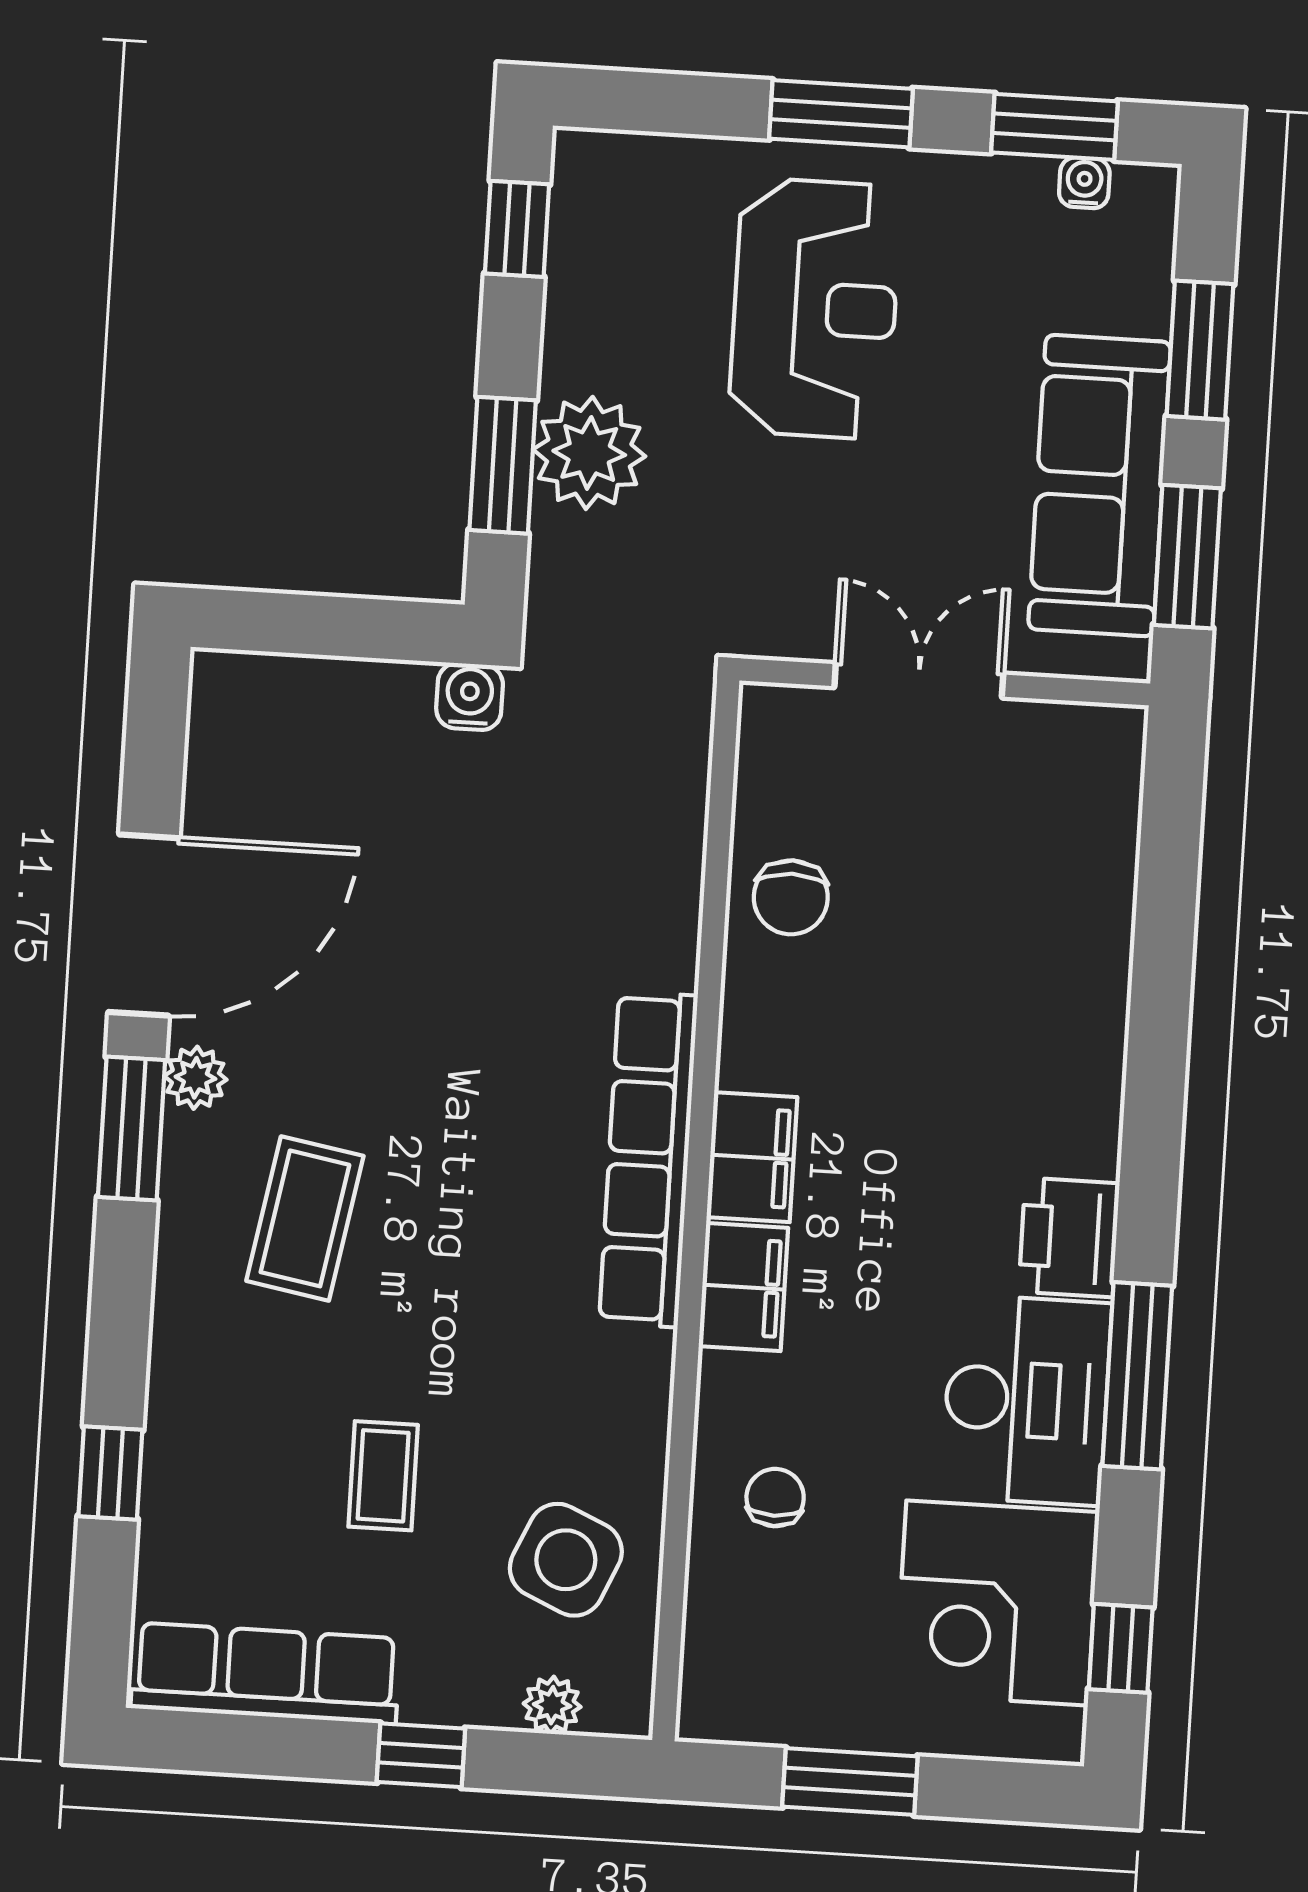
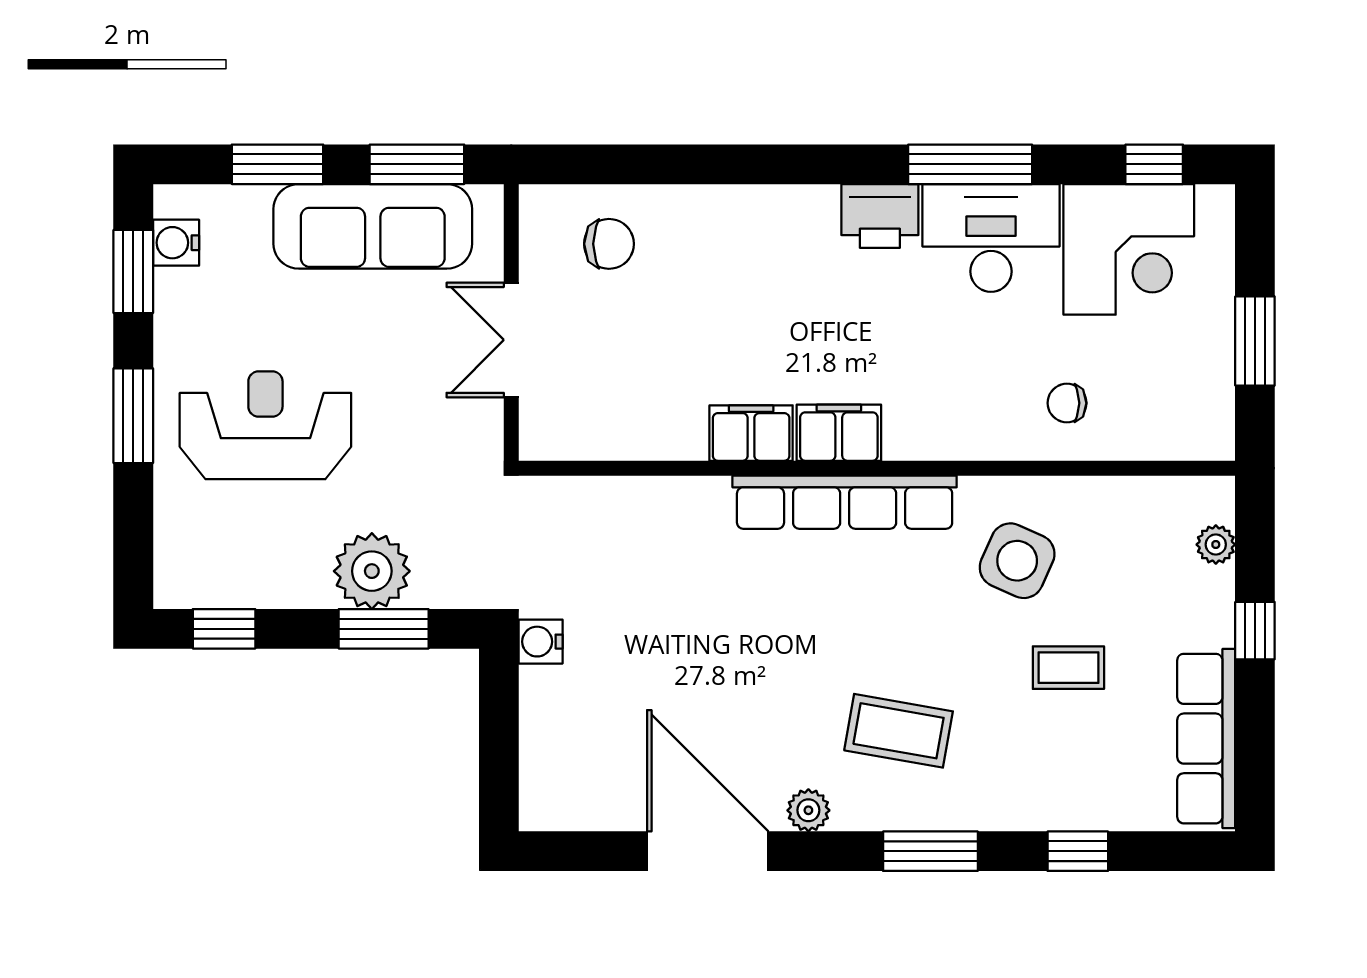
water cooler: (1084, 183) -> (176, 243), width x1.38, depth x1.38
chair: (791, 897) -> (609, 244), moved
window: (132, 1128) -> (930, 851), moved
filing cabinet: (743, 1287) -> (751, 433), moved
side table: (566, 1560) -> (1017, 561), moved

